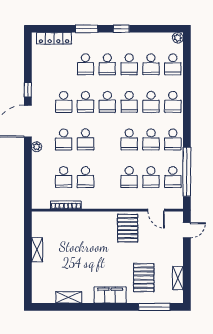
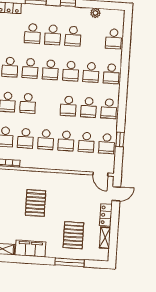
plant: (178, 38) -> (95, 13), moved
school desk: (151, 64) -> (46, 140), moved
window: (187, 172) -> (120, 139), width x0.32
door: (156, 210) -> (100, 174), moved
pallet: (128, 228) -> (36, 203), moved
locker: (177, 254) -> (106, 215), added
filing cabinet: (110, 295) -> (30, 249), moved
window: (154, 307) -> (70, 262), moved

